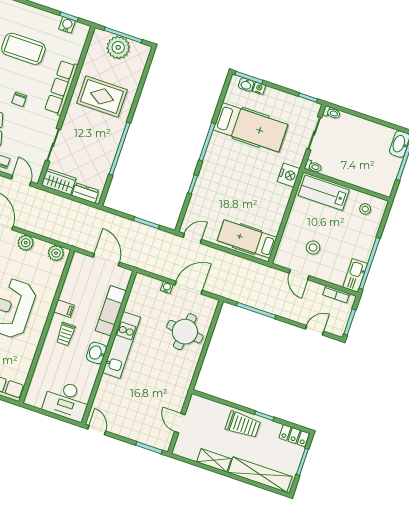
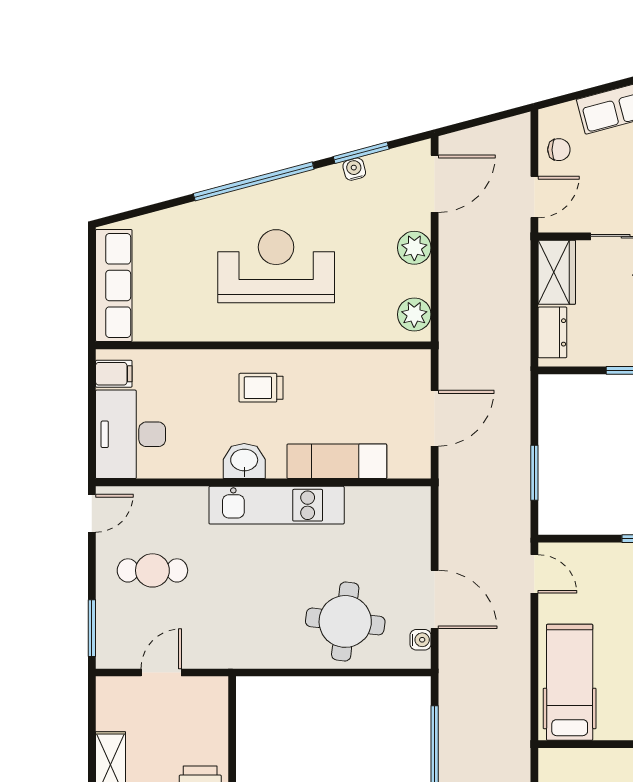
water cooler: (167, 287) -> (421, 640), moved
filing cabinet: (64, 309) -> (114, 374), moved, turned -90
cafe table: (132, 411) -> (152, 570), added

